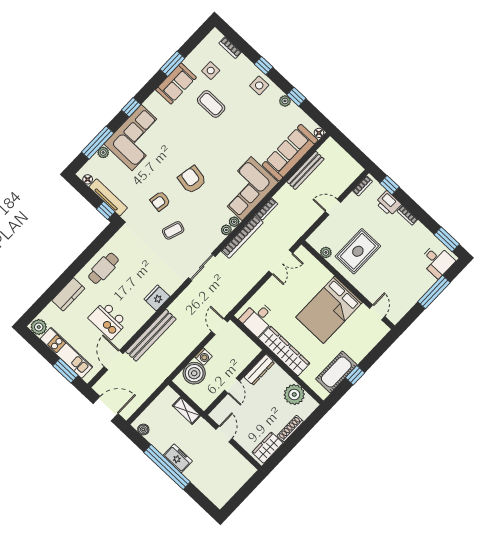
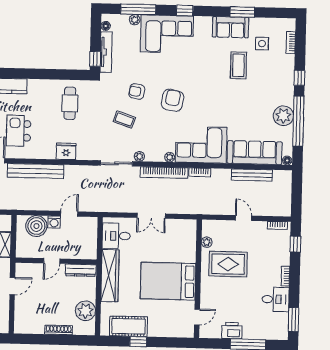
side table: (259, 85) -> (283, 88), removed
window: (296, 97) -> (298, 121), width x3.17
plant: (285, 101) -> (283, 116), width x1.88, depth x1.88
printer: (388, 203) -> (232, 331), moved, turned 90
plant: (226, 230) -> (139, 156), moved
desk: (437, 261) -> (276, 299), moved, turned -90
double door: (281, 262) -> (151, 216), moved
cafe table: (103, 268) -> (70, 103), moved, turned 90
door: (219, 327) -> (69, 214), moved
wardrobe: (268, 448) -> (31, 326), removed

